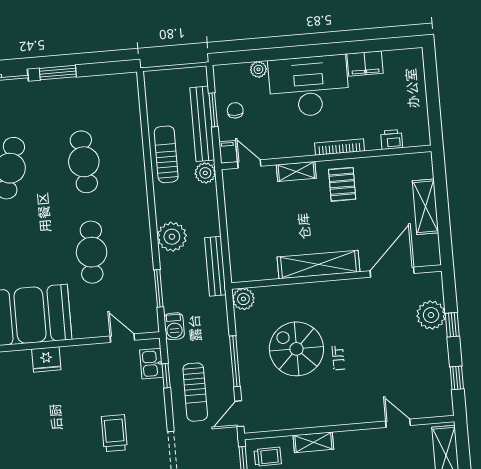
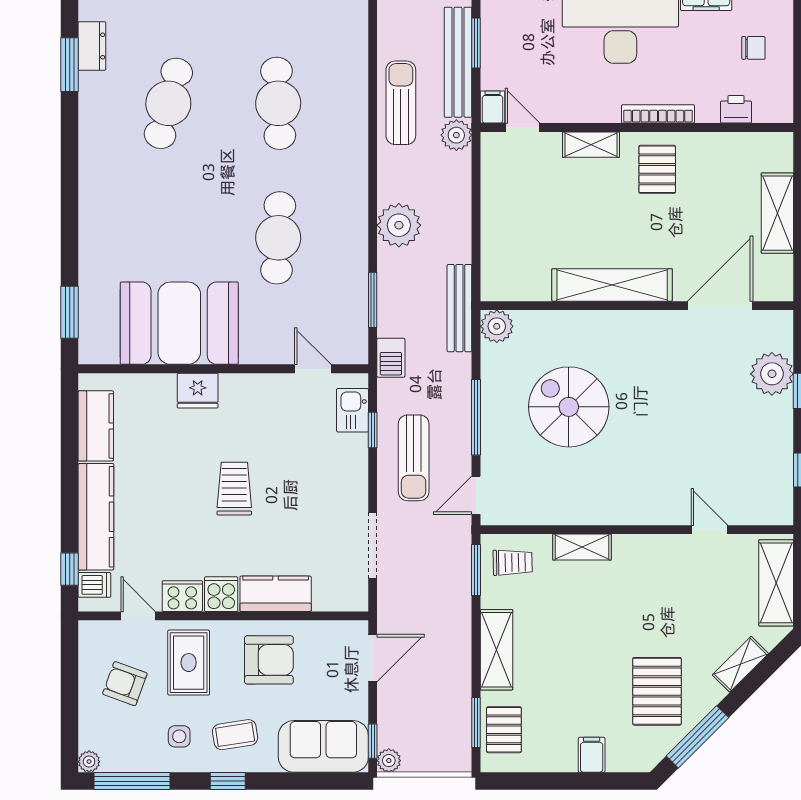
chair: (235, 110) -> (753, 48), moved, turned 90
bench: (215, 266) -> (459, 308), moved
trolley: (114, 433) -> (234, 489), moved

